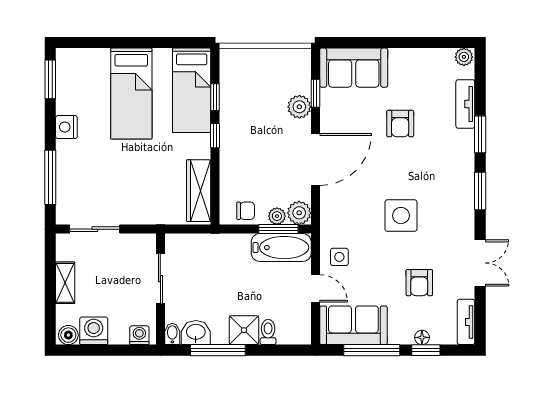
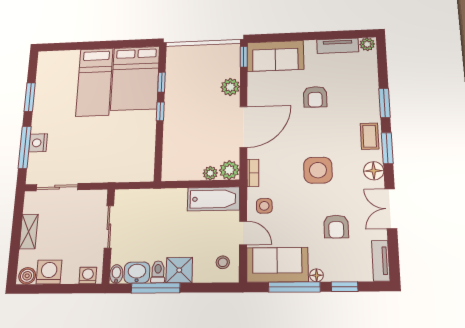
window: (50, 79) -> (30, 97), moved
bed: (192, 90) -> (135, 78), width x1.50
window: (315, 93) -> (244, 57), moved
tv unit: (465, 104) -> (338, 46), moved, turned -90
nightstand: (66, 127) -> (38, 143), moved
coffee table: (461, 176) -> (370, 136), added
wardrobe: (199, 191) -> (145, 154), removed
chair: (246, 211) -> (184, 169), removed
bookcase: (326, 217) -> (253, 173), added
floor lamp: (464, 218) -> (374, 171), added
window: (278, 229) -> (211, 184), removed
double door: (480, 263) -> (391, 209), swing flipped
stool: (293, 322) -> (223, 262), added
toilet: (268, 332) -> (158, 272), moved
floor lamp: (422, 337) -> (317, 275), moved

